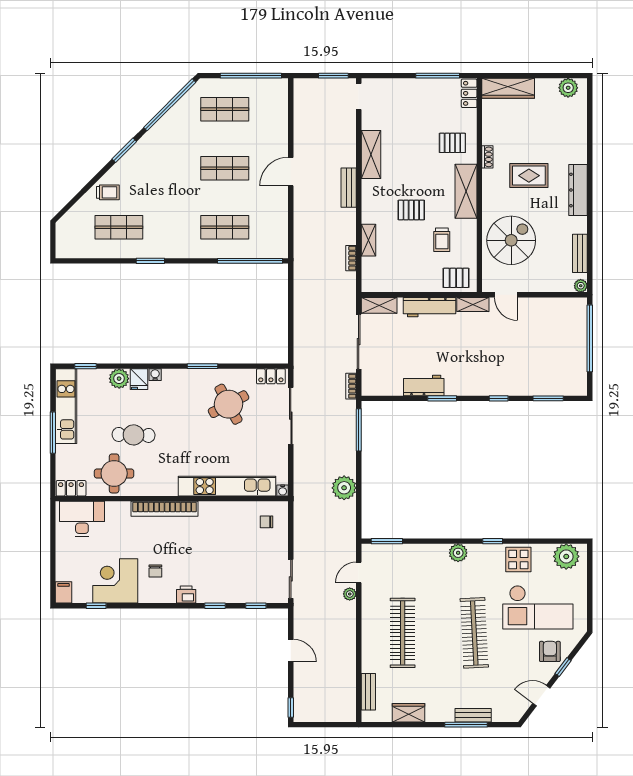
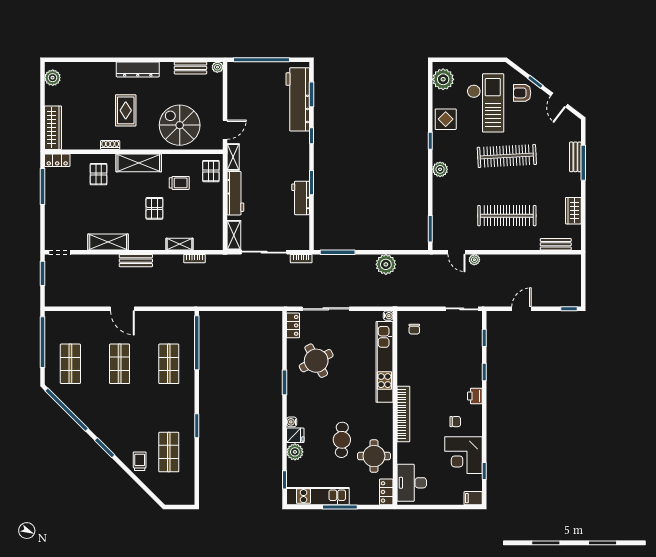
workbench: (542, 382) -> (298, 99), added

